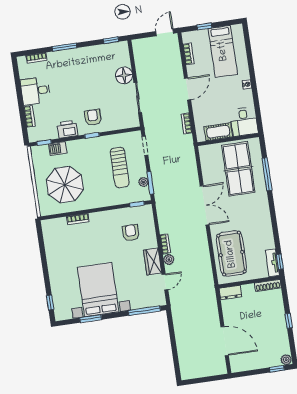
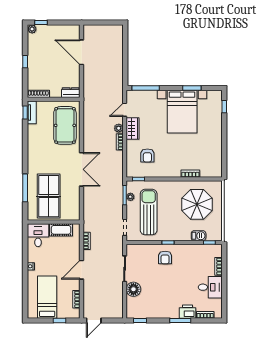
printer: (67, 129) -> (188, 312), moved, turned 180
sun lounger: (120, 167) -> (149, 212), width x1.36, depth x1.34
double door: (205, 205) -> (82, 169), swing flipped

